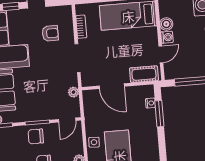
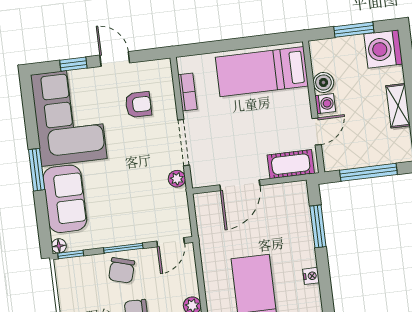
door: (112, 86) -> (240, 185), hinge flipped
plant: (73, 92) -> (177, 179), moved
nightstand: (150, 103) -> (311, 276), moved
chair: (36, 136) -> (122, 270), turned -74
side table: (94, 142) -> (215, 276), removed

